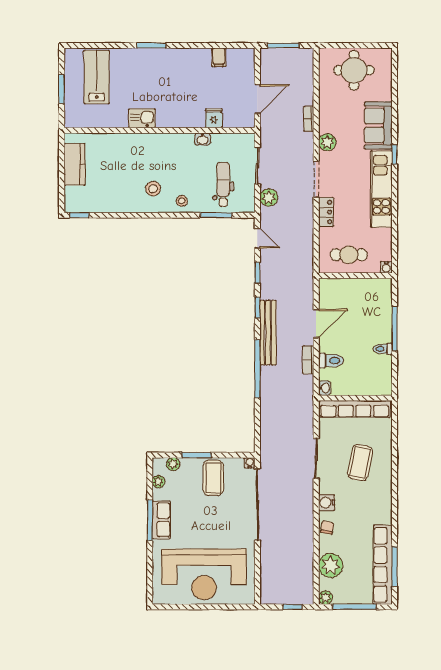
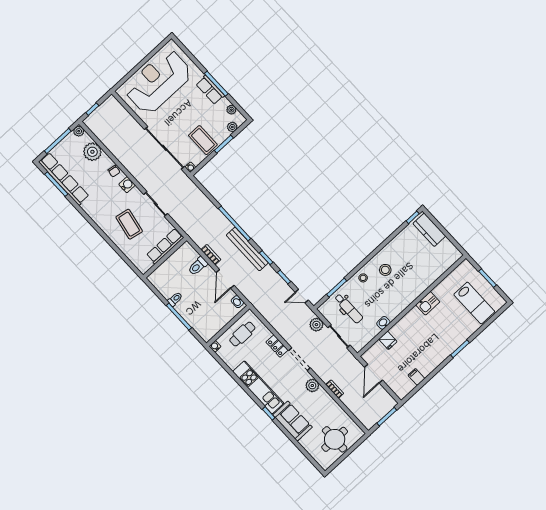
kitchen counter: (75, 164) -> (429, 230), moved
washbasin: (325, 388) -> (237, 302), moved
row of seats: (355, 409) -> (165, 246), width x0.73

